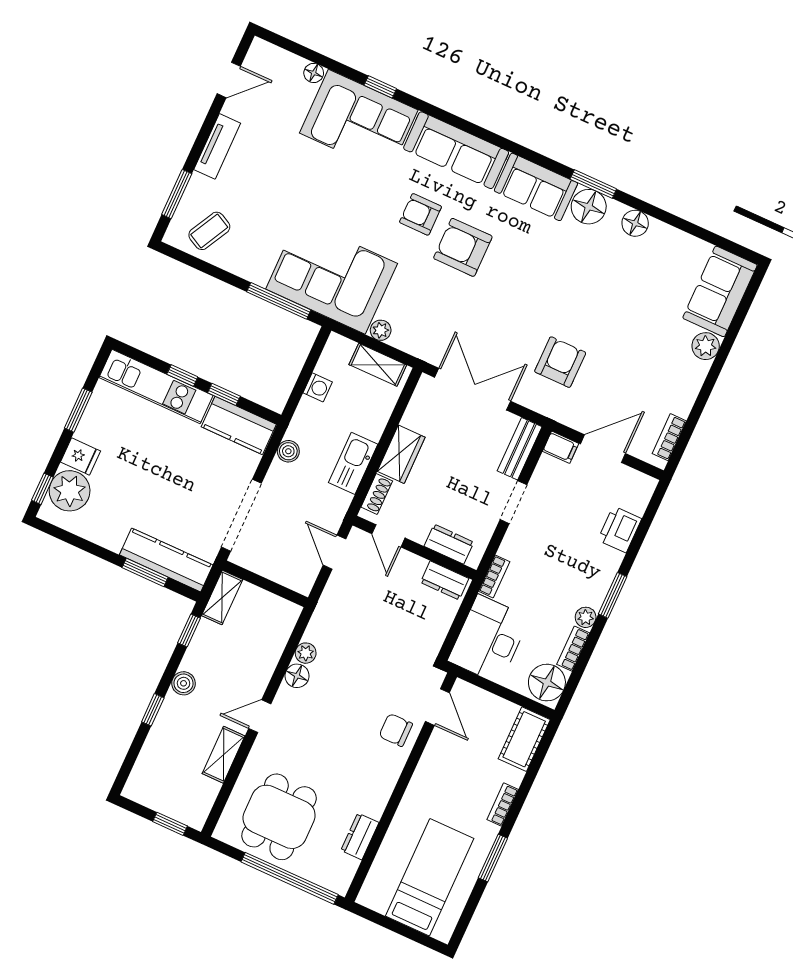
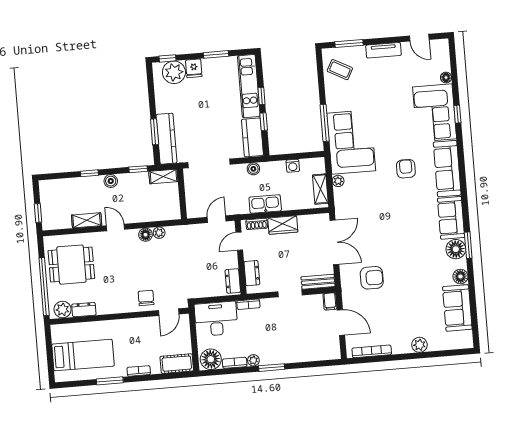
armchair: (463, 247) -> (401, 199), removed
sofa: (720, 291) -> (457, 308), moved, turned -90
bookcase: (669, 437) -> (372, 351), width x1.56
printer: (620, 529) -> (306, 353), removed
plant: (341, 869) -> (63, 309), added

